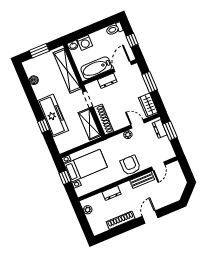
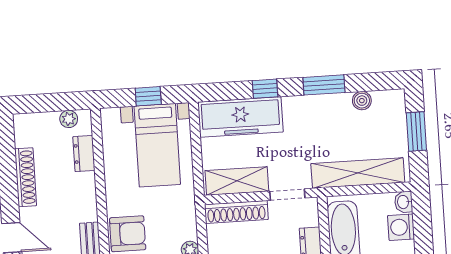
window: (33, 100) -> (324, 85), added
freezer: (53, 116) -> (240, 117), moved
dresser: (111, 193) -> (84, 153), moved

